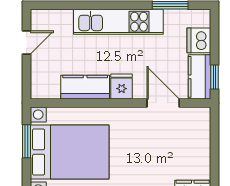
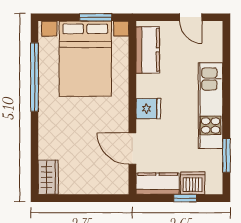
window: (214, 77) -> (185, 198), moved
kitchen counter: (85, 87) -> (148, 50), moved
door: (163, 103) -> (132, 149), swing flipped

